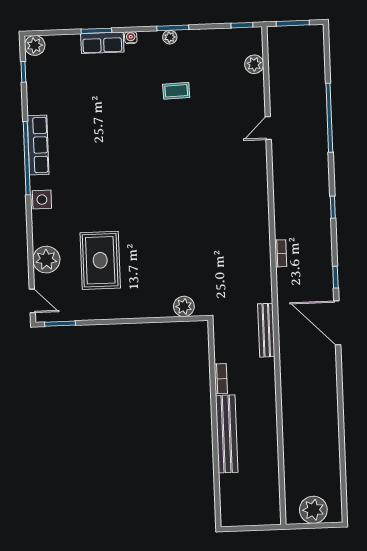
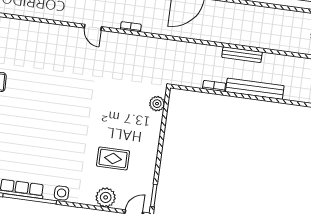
door: (268, 128) -> (93, 27), moved
rug: (100, 260) -> (113, 158), width x0.73, depth x0.70
bench: (266, 330) -> (242, 55), moved

